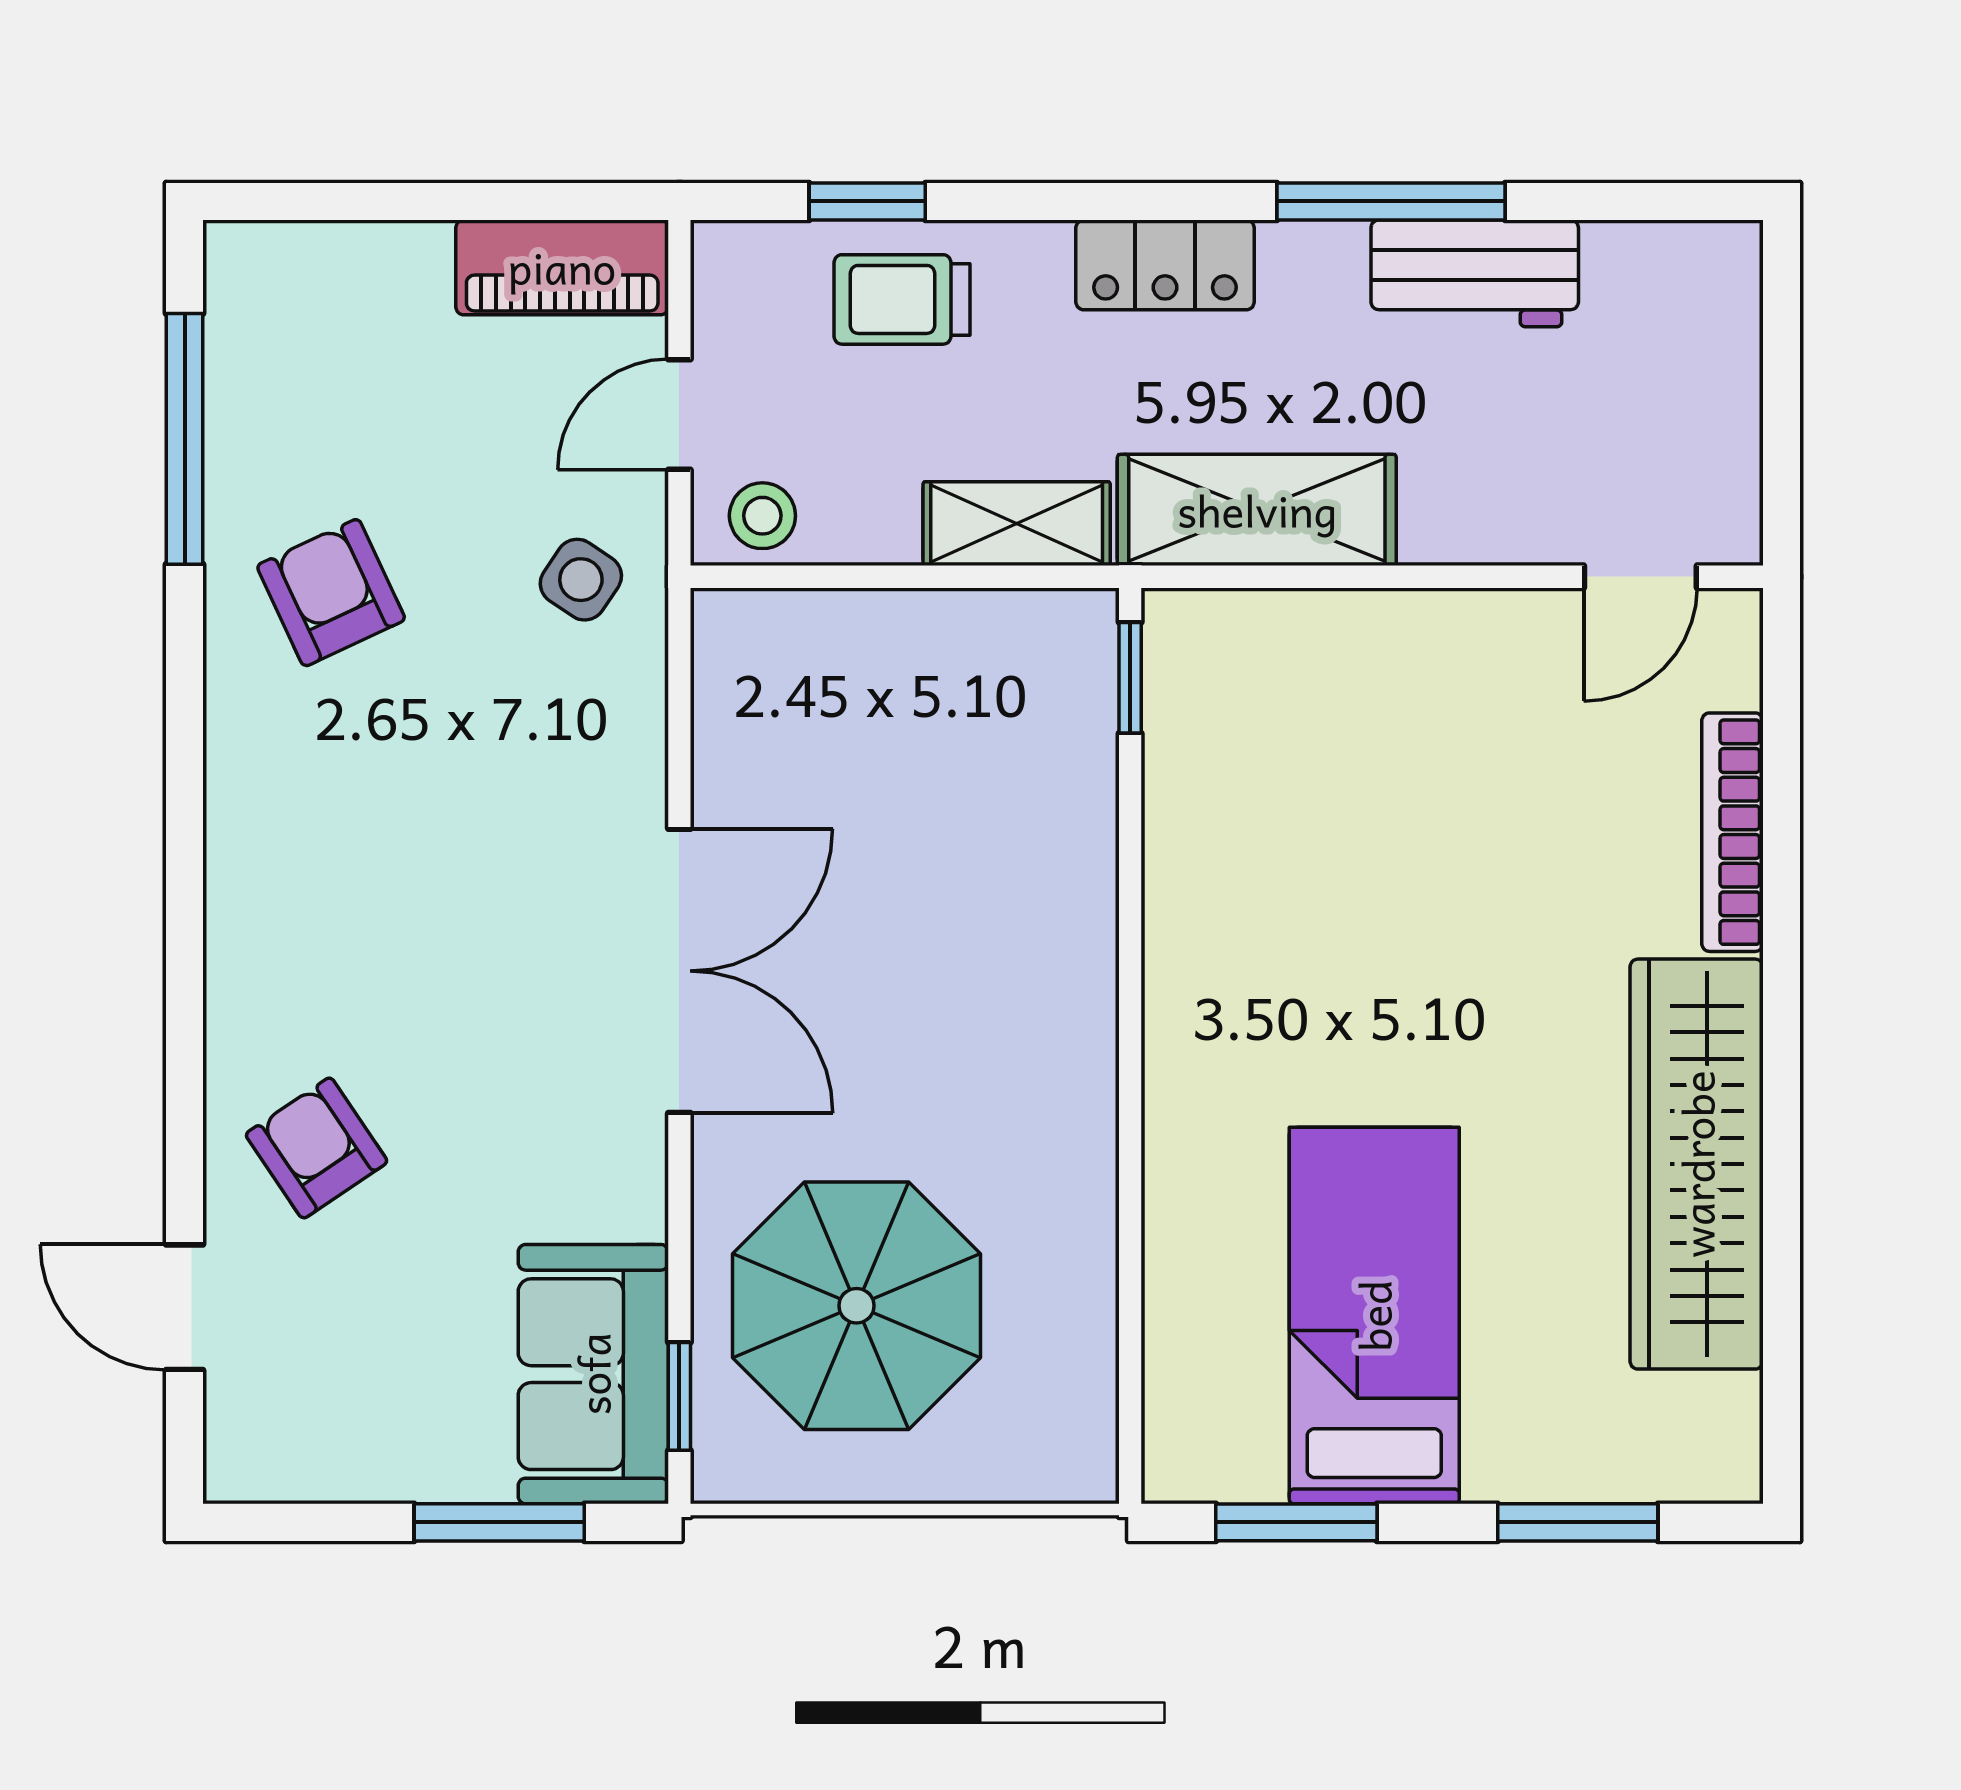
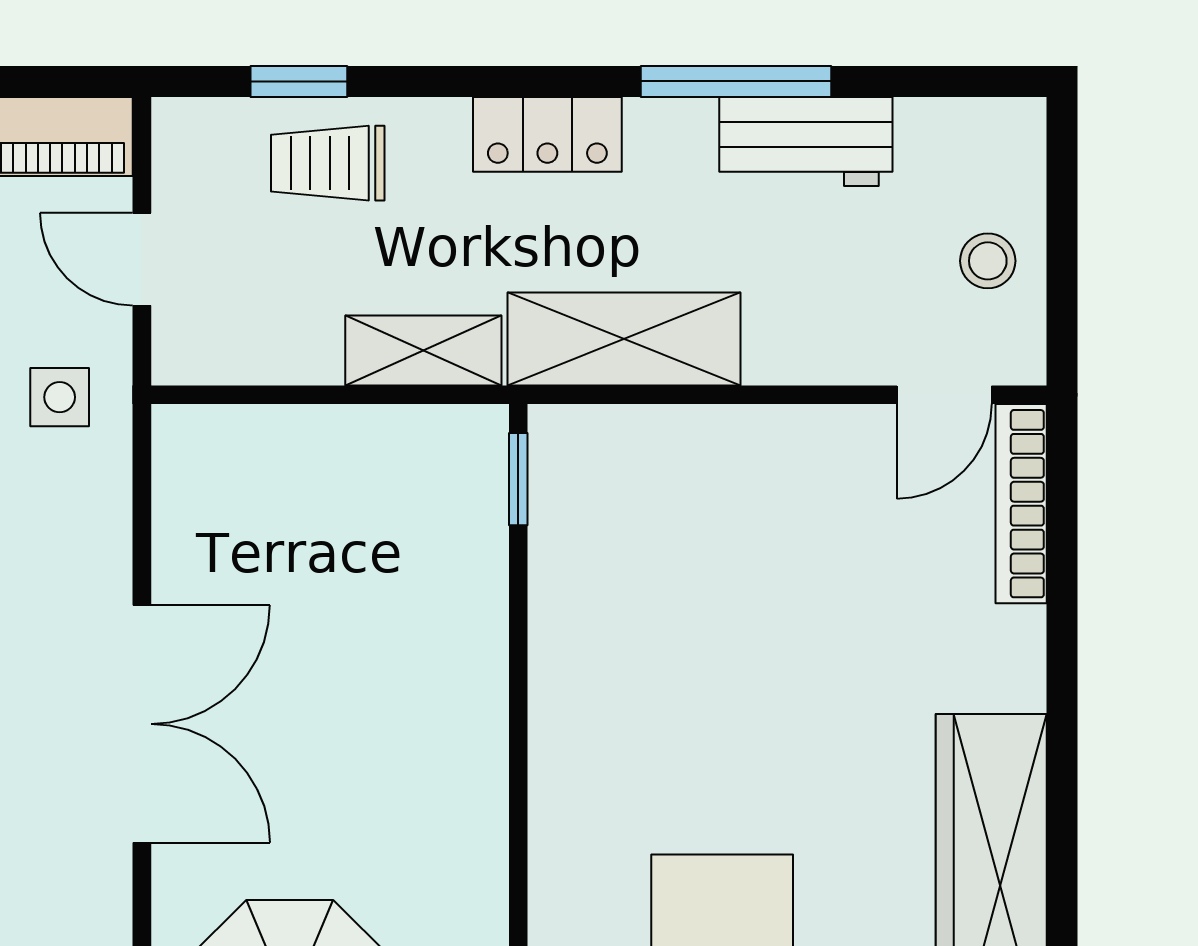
door: (679, 415) -> (142, 259), hinge flipped
stool: (762, 516) -> (988, 261), moved
side table: (581, 580) -> (60, 397), turned -34
bookcase: (1732, 832) -> (1021, 504), moved

